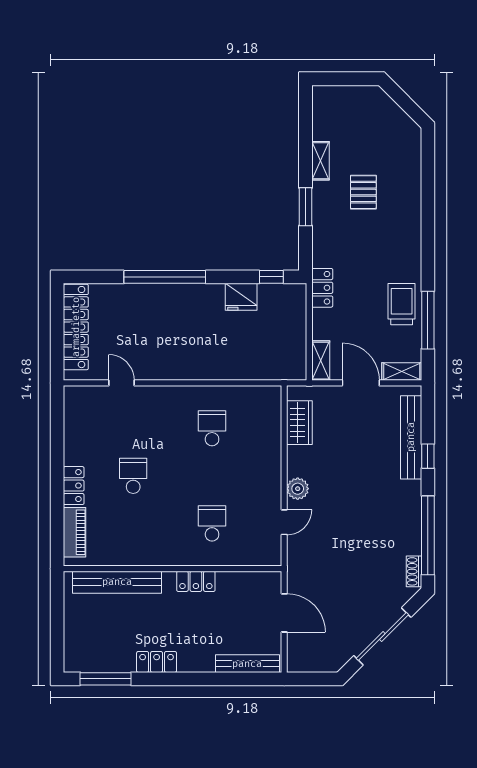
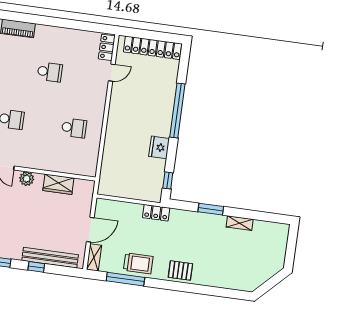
pallet: (363, 192) -> (180, 270), moved
fridge: (241, 297) -> (159, 147), moved
shelving: (321, 361) -> (109, 205), removed
wardrobe: (299, 423) -> (58, 184), moved
locker: (74, 486) -> (107, 47), moved, turned 90

